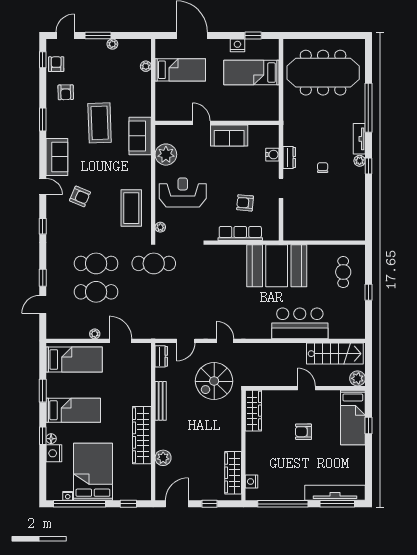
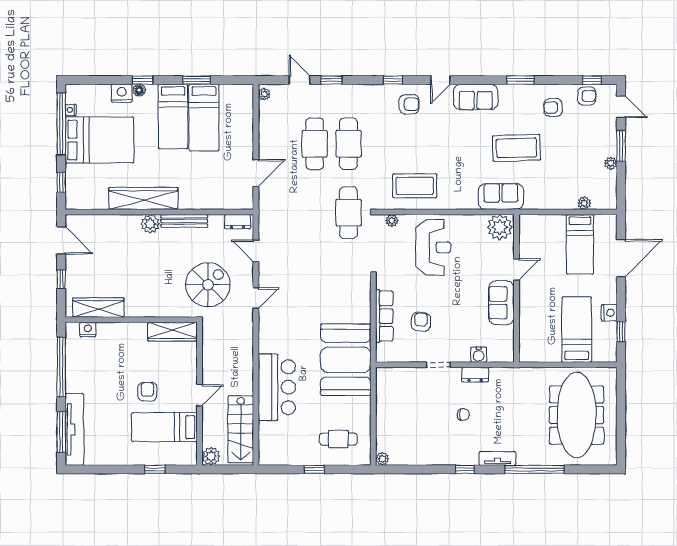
plant: (166, 155) -> (500, 227), moved
plant: (360, 161) -> (382, 459), moved
armchair: (80, 196) -> (409, 104), moved, turned -113
plant: (95, 334) -> (264, 94), moved
bed: (74, 359) -> (204, 118), moved
spiral stairs: (214, 381) -> (208, 285), turned 90
bed: (353, 417) -> (164, 427), moved
plant: (163, 458) -> (150, 224), moved

